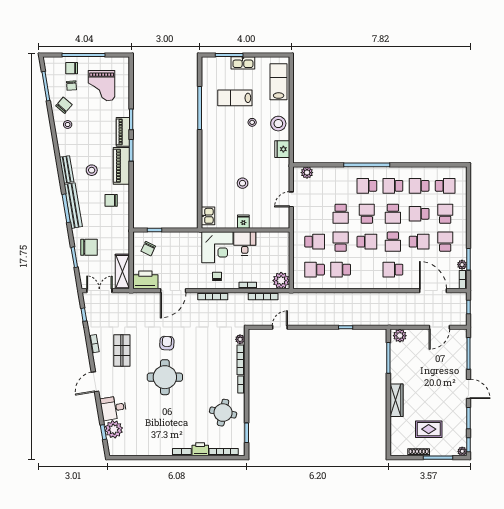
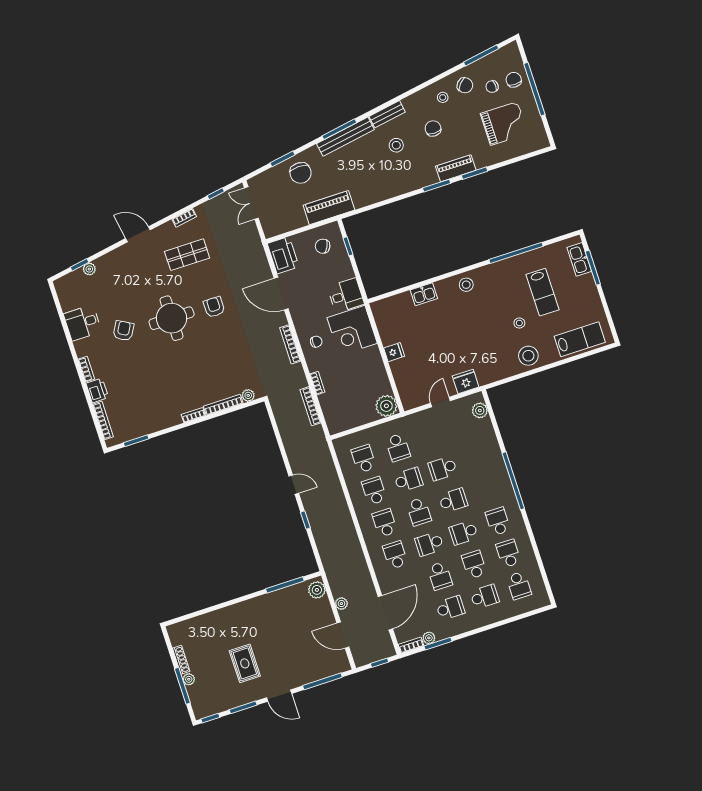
kitchen sink: (243, 63) -> (579, 259), moved
grand piano: (102, 86) -> (504, 124), turned 180
lab bench: (235, 98) -> (543, 292), turned 180
fridge: (282, 149) -> (466, 381), moved
piano: (121, 166) -> (329, 208), moved
stool: (243, 183) -> (466, 285), moved
school desk: (367, 186) -> (385, 523), moved
door: (291, 199) -> (440, 402), hinge flipped
chair: (111, 200) -> (433, 128), moved
kitchen sink: (208, 216) -> (424, 294), moved
desk: (245, 244) -> (346, 295), moved
shelving: (122, 272) -> (284, 224), removed
plant: (281, 281) -> (386, 406), moved
double door: (99, 291) -> (251, 203), swing flipped
plant: (416, 321) -> (341, 604), added
door: (280, 327) -> (294, 485), moved
armchair: (167, 343) -> (214, 307), turned -93
door: (469, 389) -> (279, 696), hinge flipped
wardrobe: (397, 400) -> (236, 612), removed
desk: (113, 408) -> (83, 323), moved, turned -81
round table: (223, 413) -> (151, 404), removed
armchair: (163, 416) -> (123, 331), added
plant: (114, 429) -> (89, 269), width x0.53, depth x0.53
rug: (429, 429) -> (245, 663), moved
plant: (462, 451) -> (189, 679), moved

